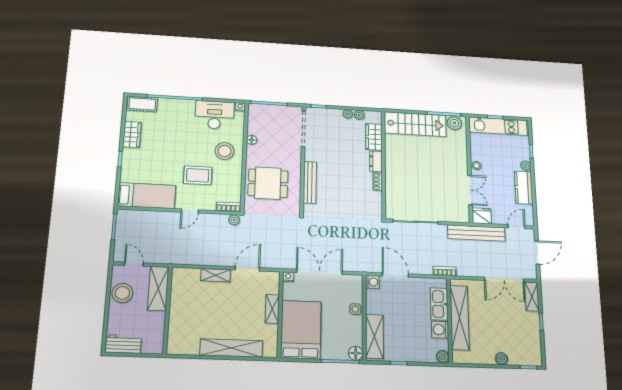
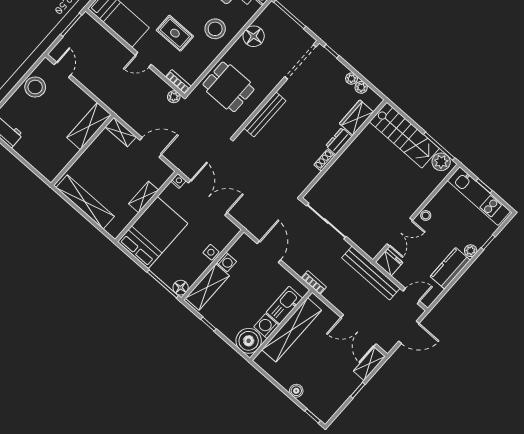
floor lamp: (252, 140) -> (254, 36), width x1.89, depth x1.89
washing machine: (372, 282) -> (227, 262), moved
shelving: (158, 288) -> (89, 126), moved
wall: (168, 310) -> (82, 150), moved
boiler: (443, 357) -> (249, 341), width x1.86, depth x1.86

